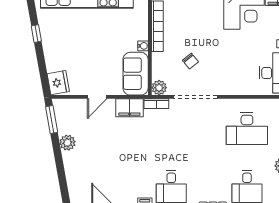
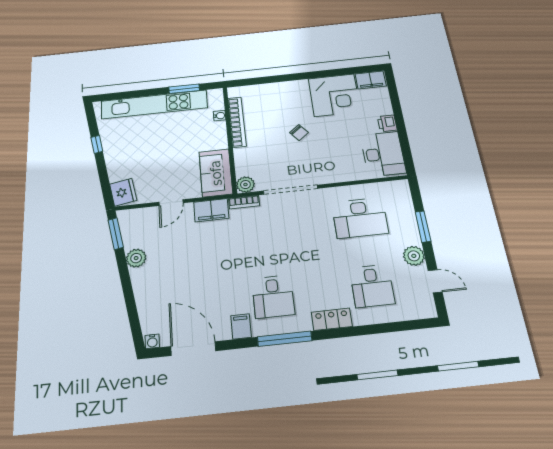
water cooler: (143, 46) -> (220, 116), moved
chair: (190, 61) -> (299, 133), moved

